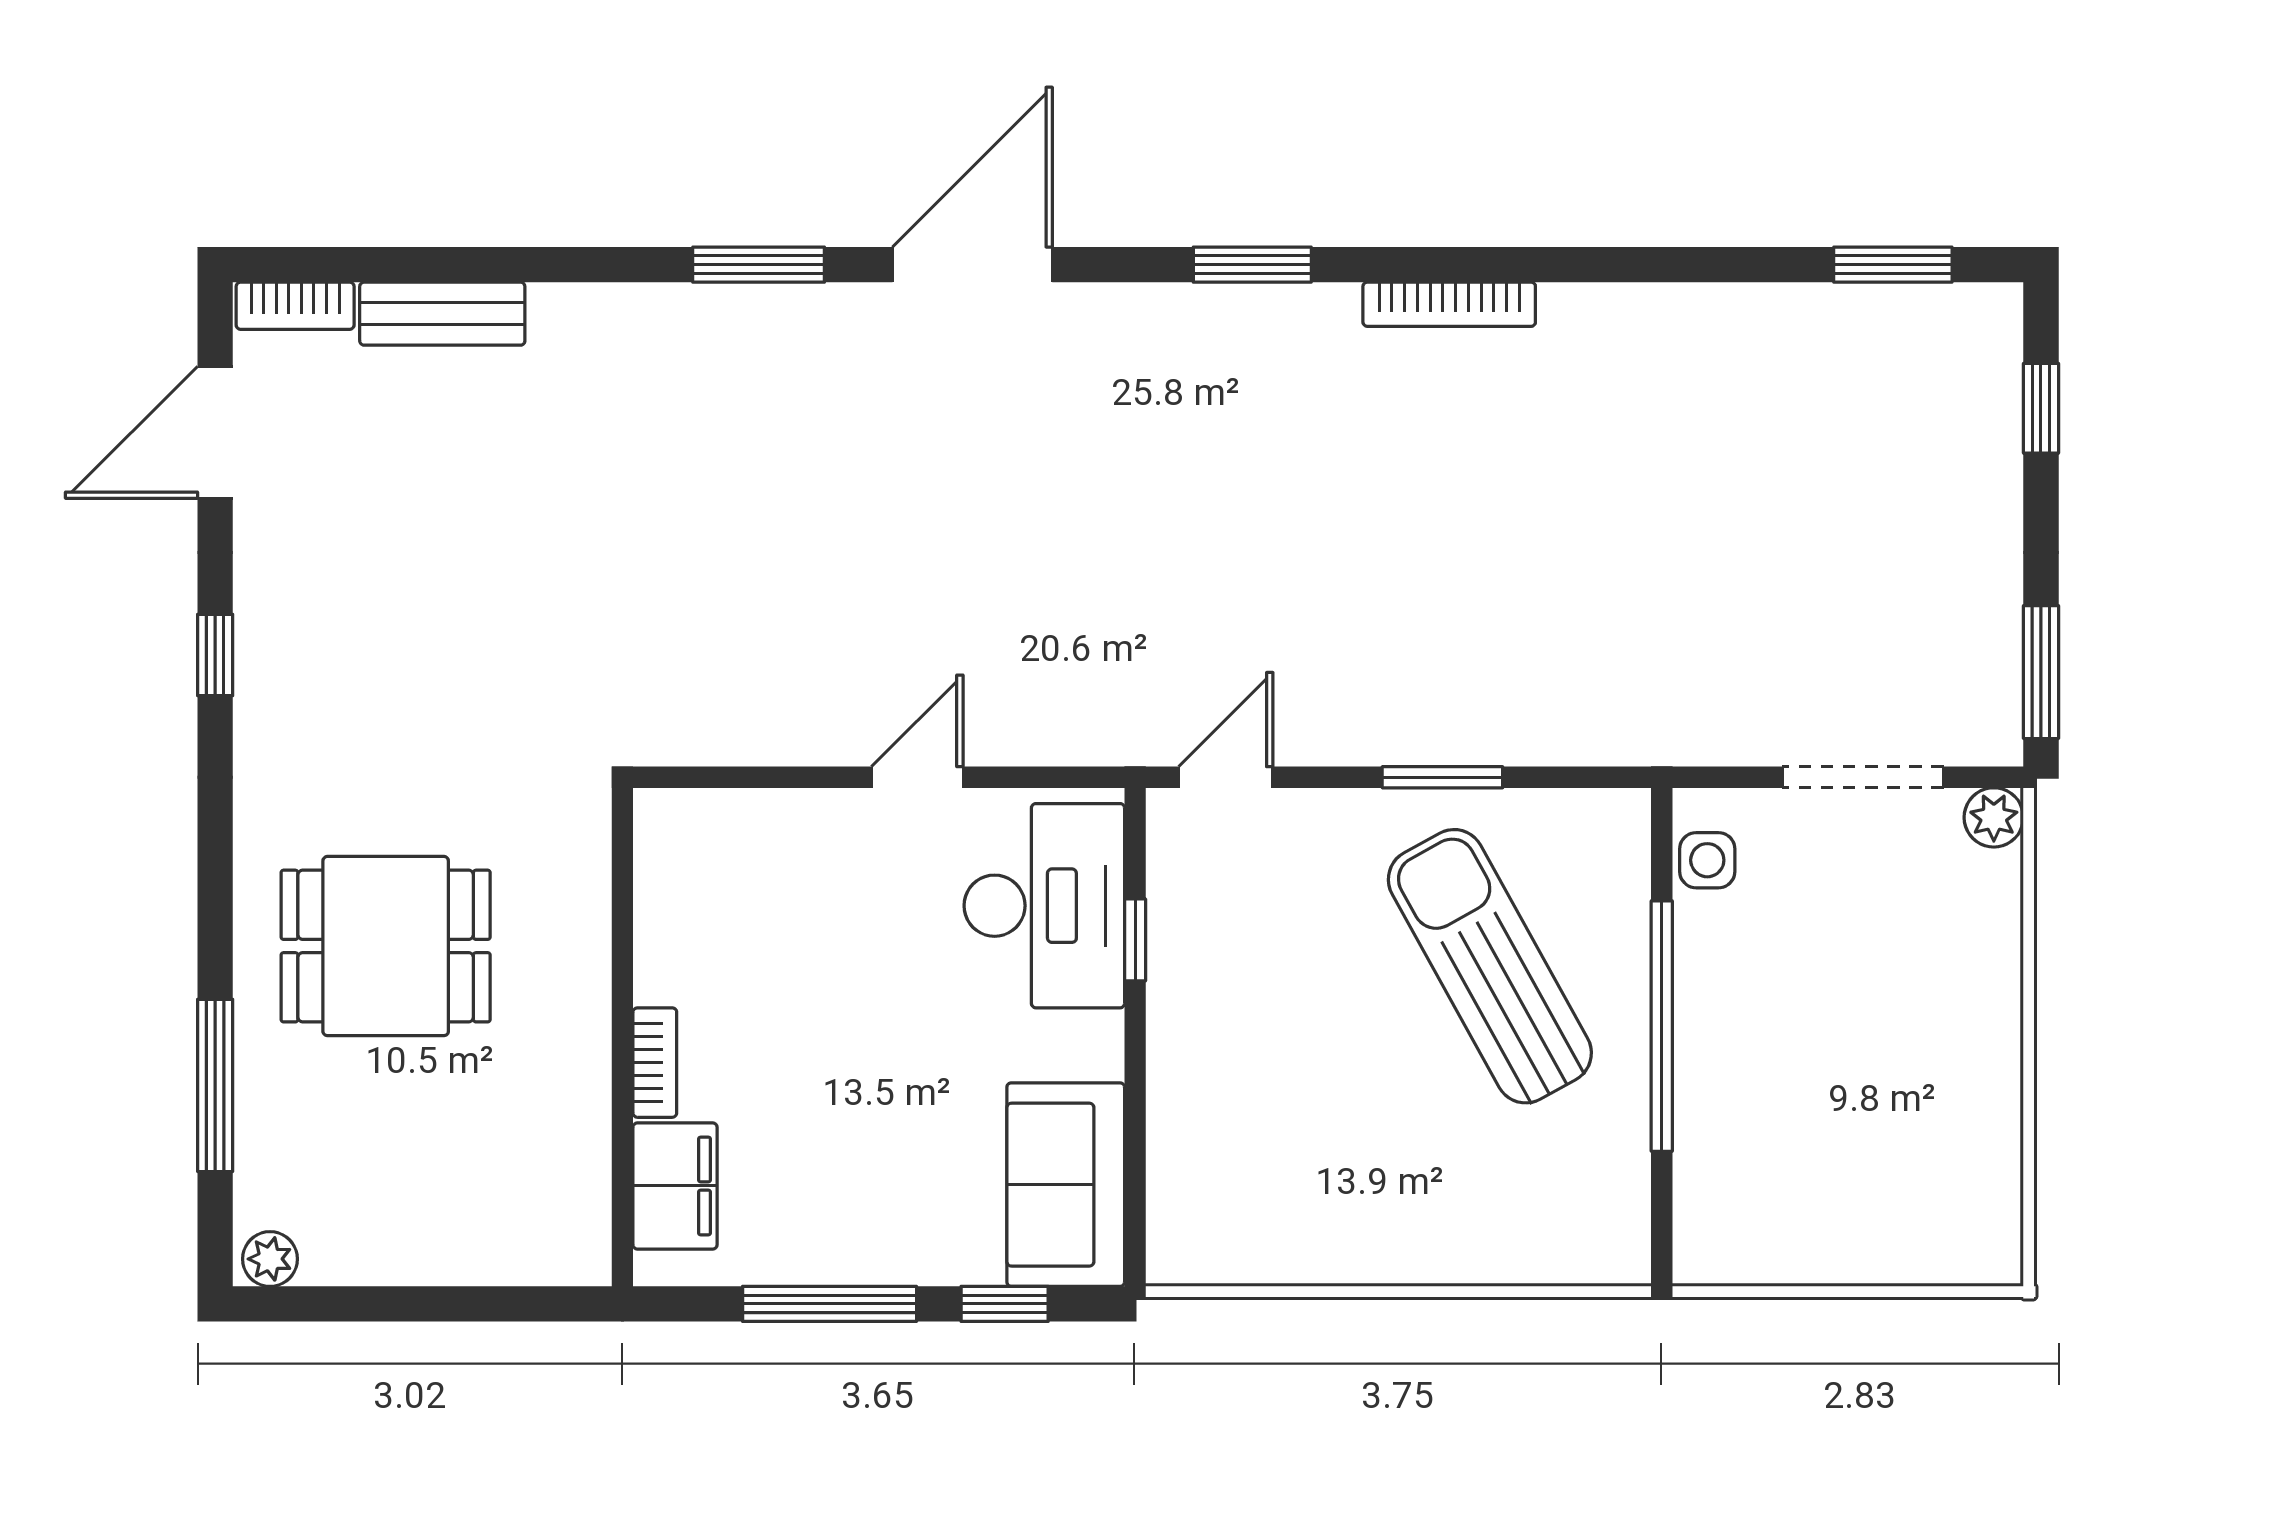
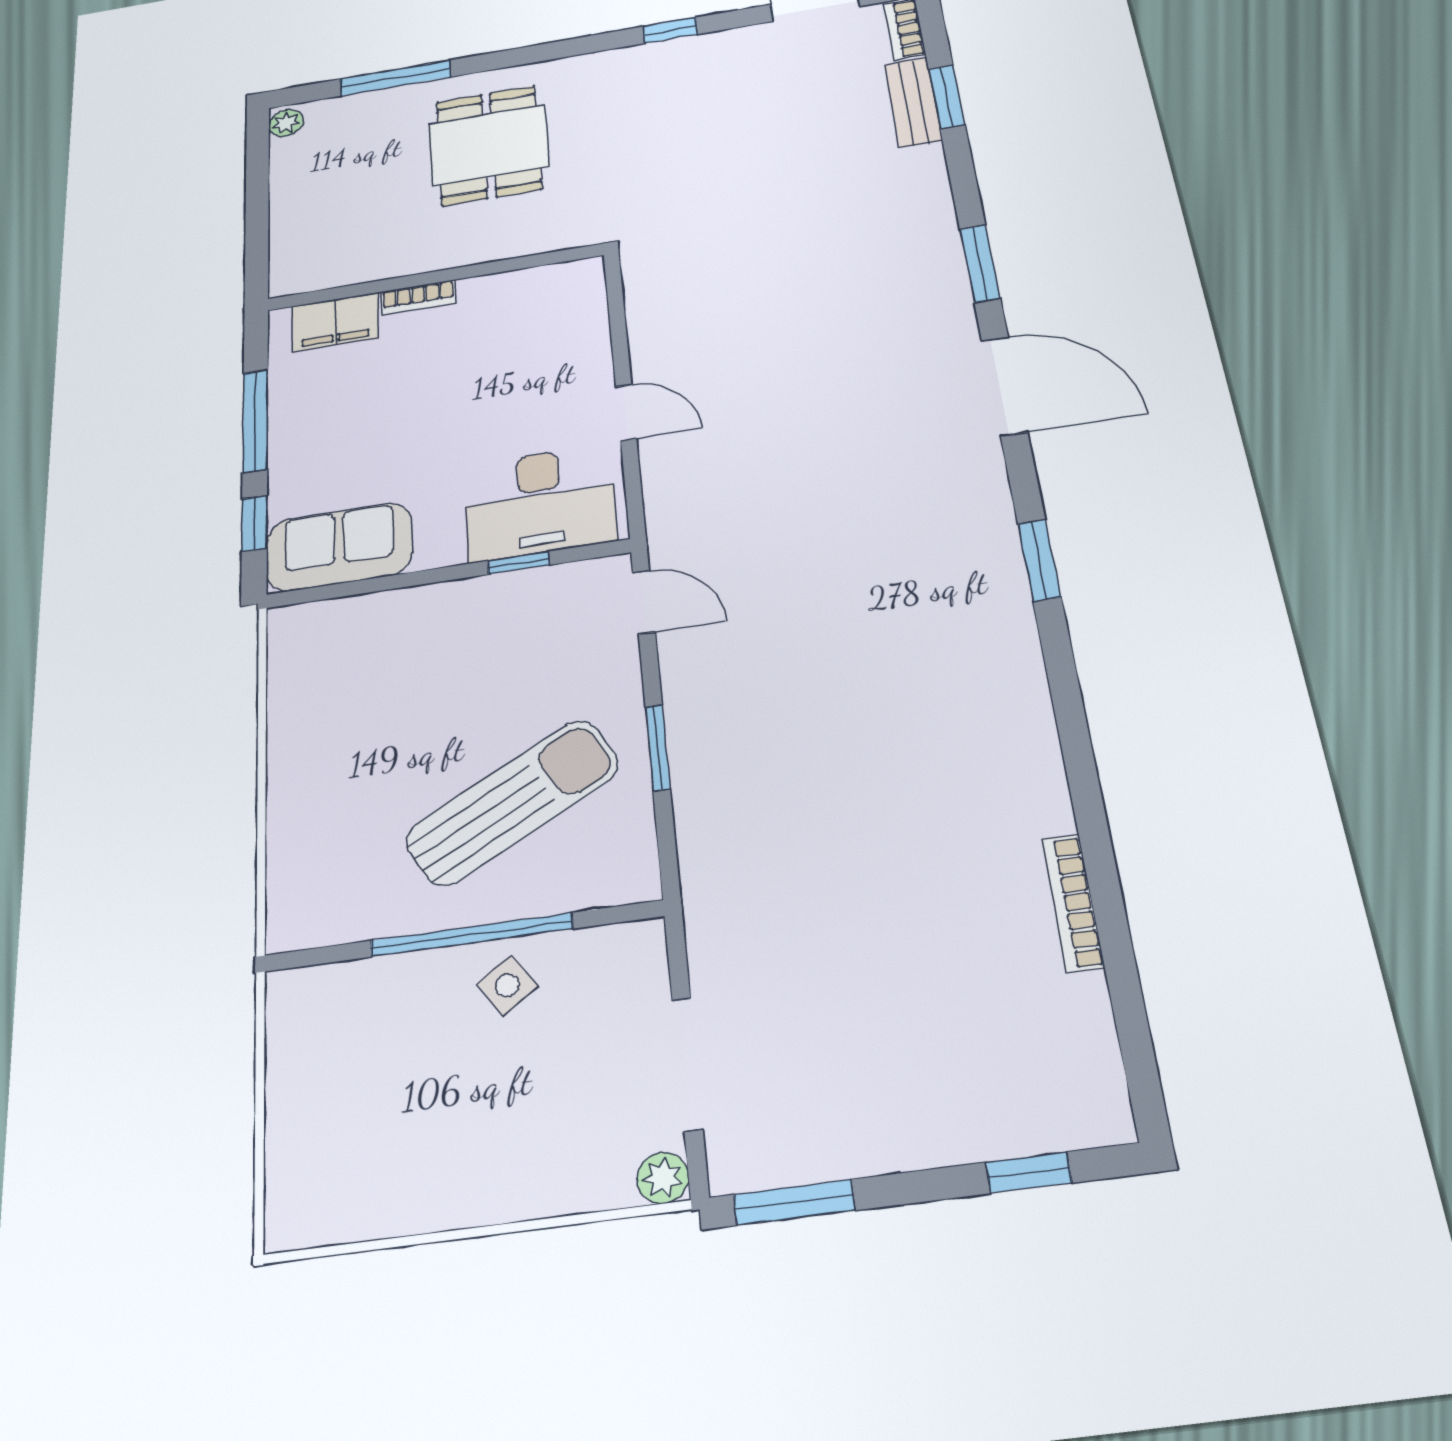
window: (1893, 265) -> (947, 97), moved
bookcase: (1449, 304) -> (1073, 903), moved
side table: (1707, 860) -> (507, 985), moved, turned -35

